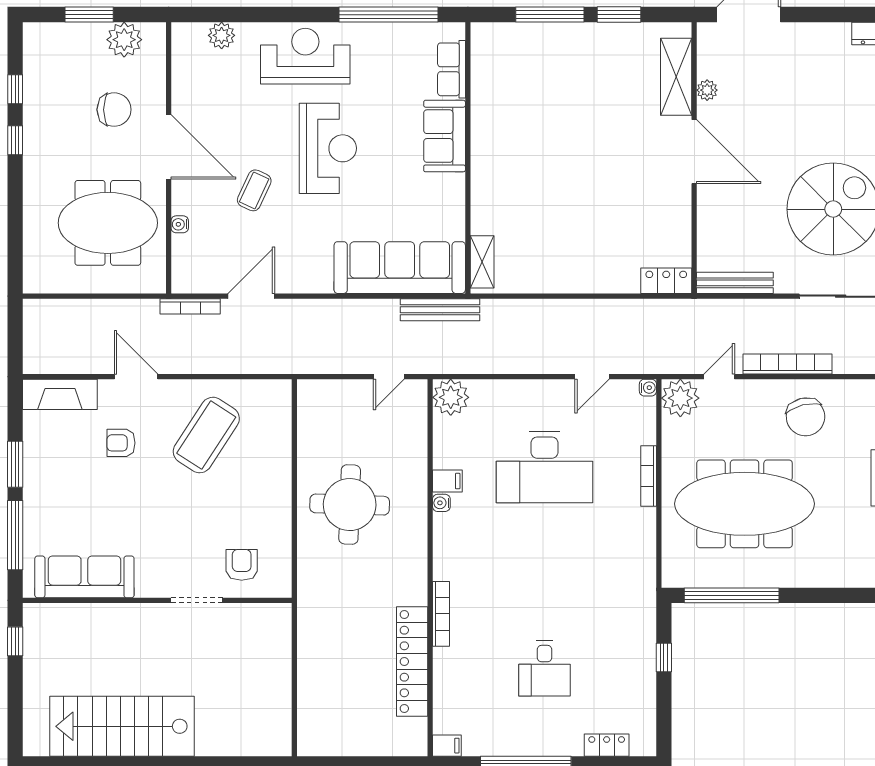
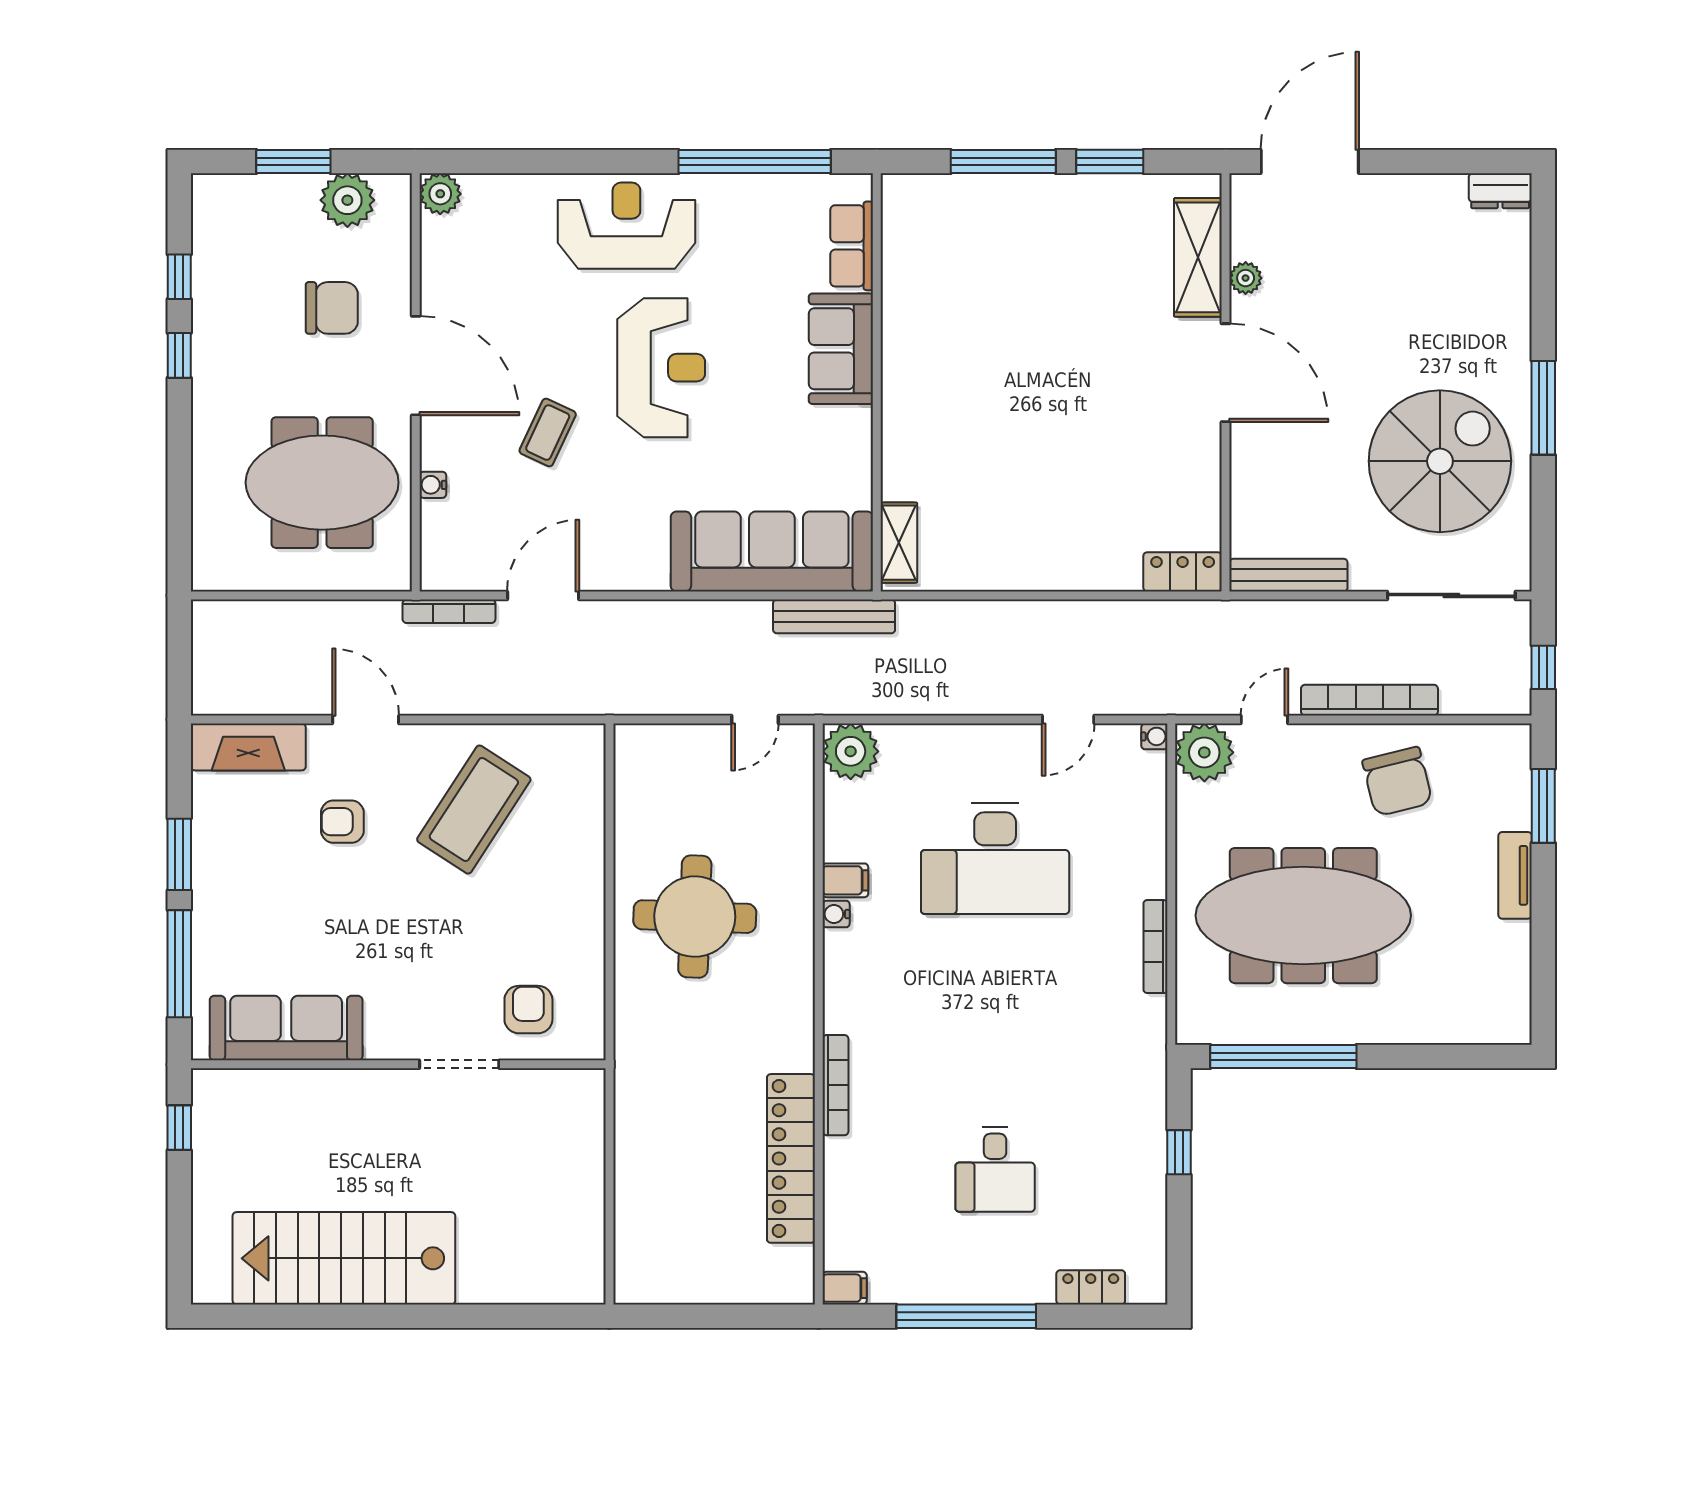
plant: (222, 35) -> (440, 194), moved
bookcase: (649, 476) -> (1156, 947), moved

